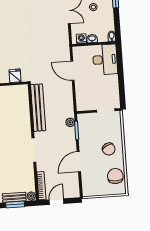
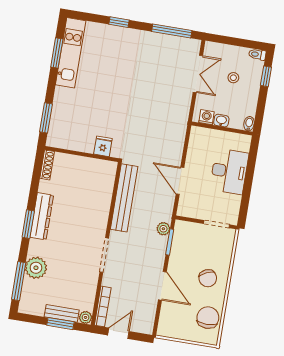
desk: (105, 60) -> (229, 171), moved
door: (72, 71) -> (180, 181), moved
door: (79, 162) -> (162, 286), swing flipped

